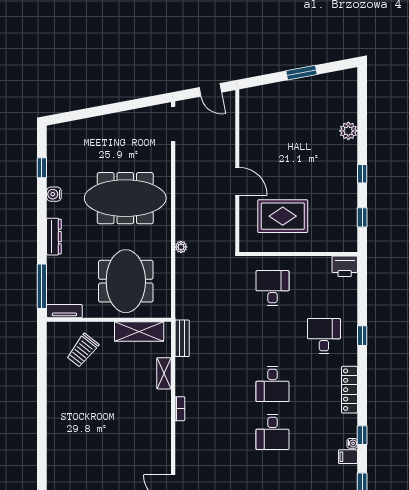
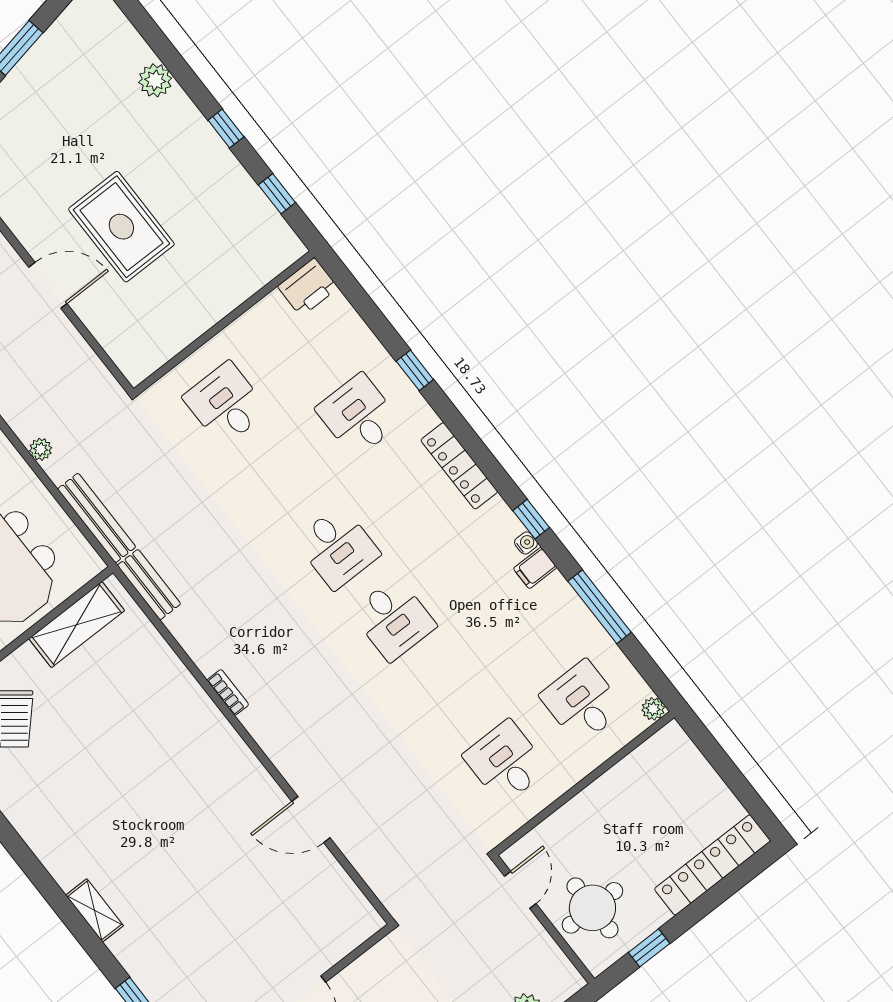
rug: (283, 216) -> (121, 227), moved, turned 90
bench: (182, 294) -> (97, 518), added
shelving: (164, 373) -> (95, 910), moved

